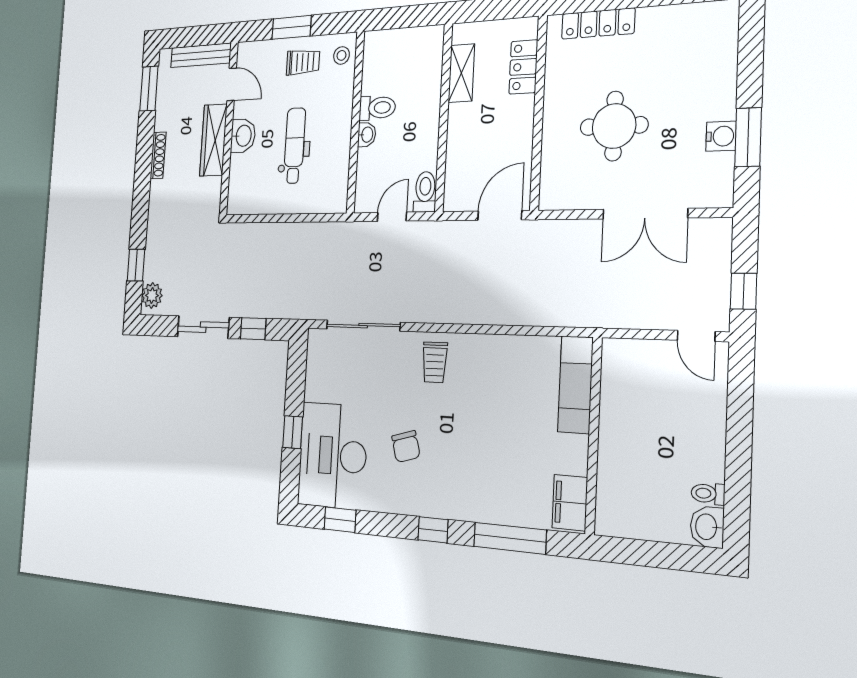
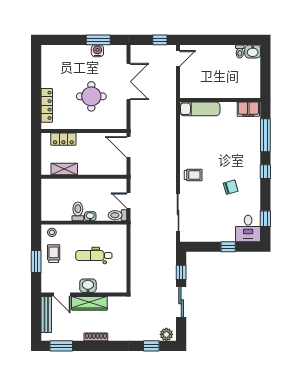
door: (232, 84) -> (62, 294), swing flipped
toilet: (425, 192) -> (117, 215), moved
desk: (333, 456) -> (248, 228), width x0.53, depth x0.77

